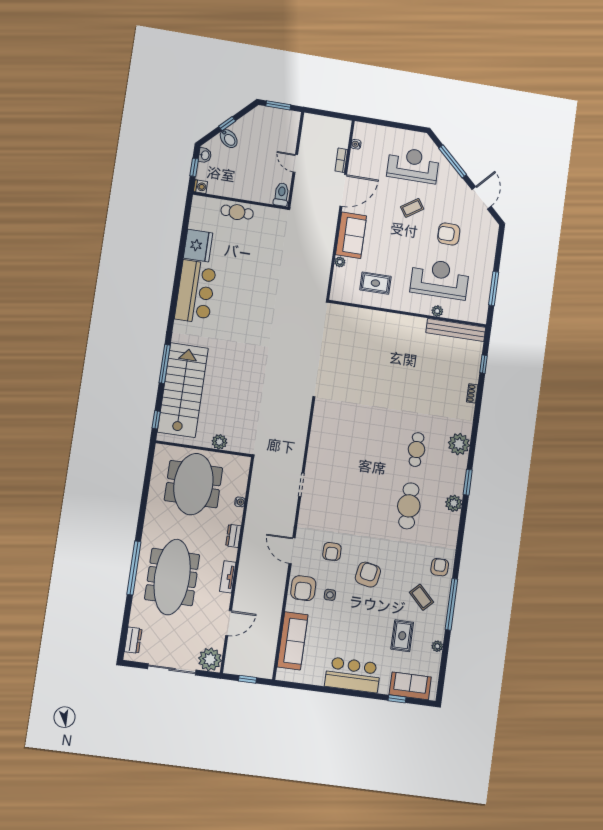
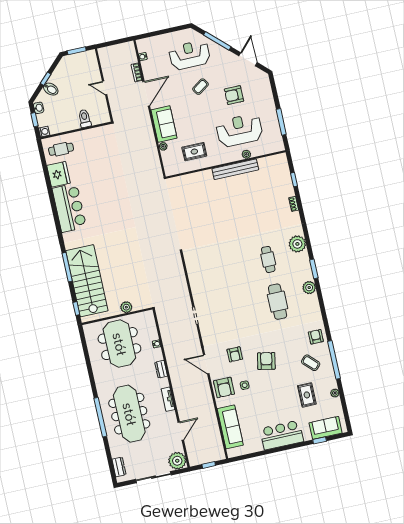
toilet: (281, 194) -> (85, 118), moved
cafe table: (237, 212) -> (61, 149), moved
bench: (456, 330) -> (235, 169), moved

